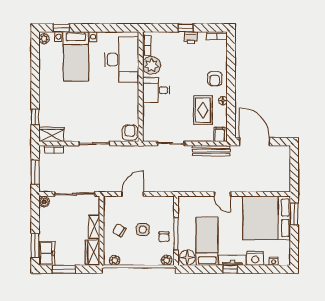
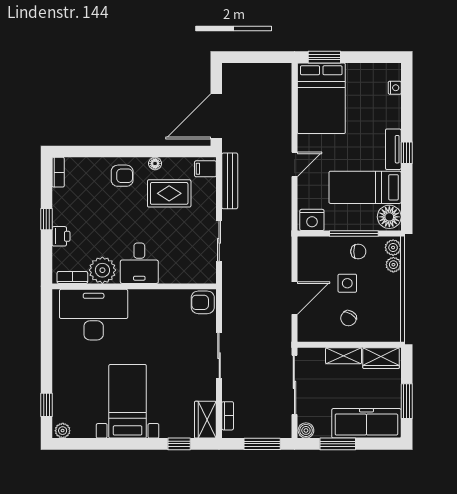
printer: (191, 38) -> (61, 236), moved
bed with nightstands: (76, 56) -> (128, 401), moved, turned -90
door: (133, 194) -> (294, 298), swing flipped
bed: (267, 218) -> (321, 98), width x0.73
window: (35, 245) -> (338, 444), moved
freezer: (47, 253) -> (366, 423), width x1.91, depth x1.26
nightstand: (255, 258) -> (312, 220), moved, turned 90
plant: (115, 260) -> (393, 265), moved

